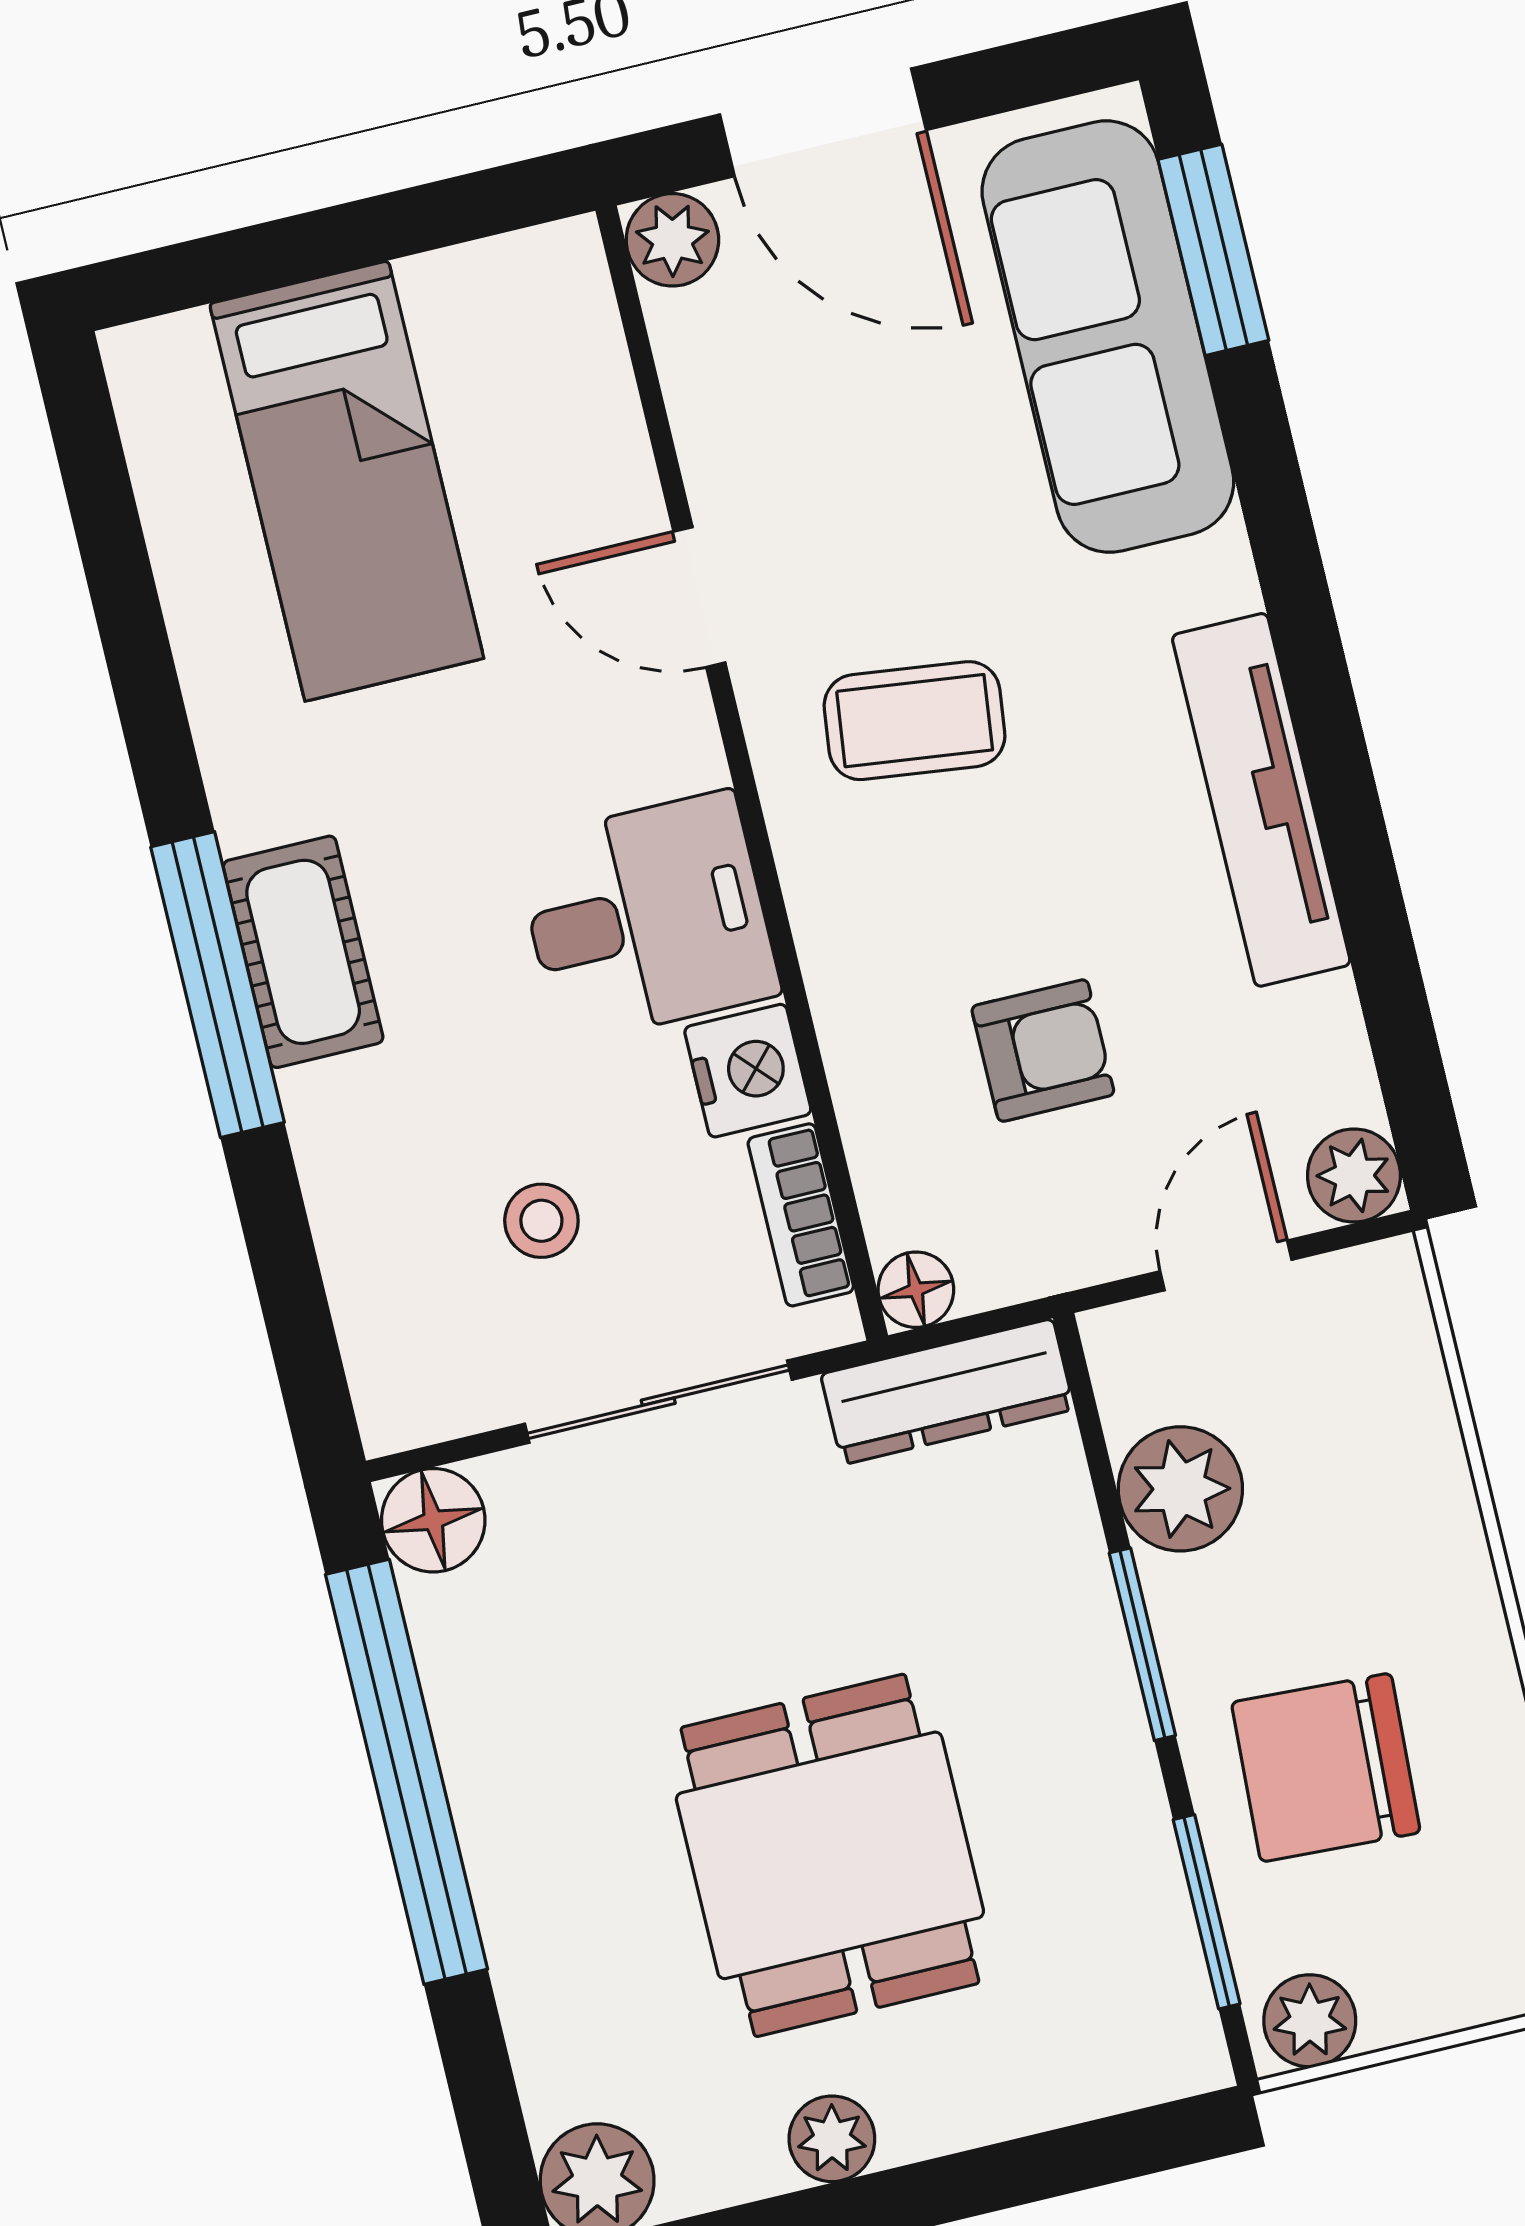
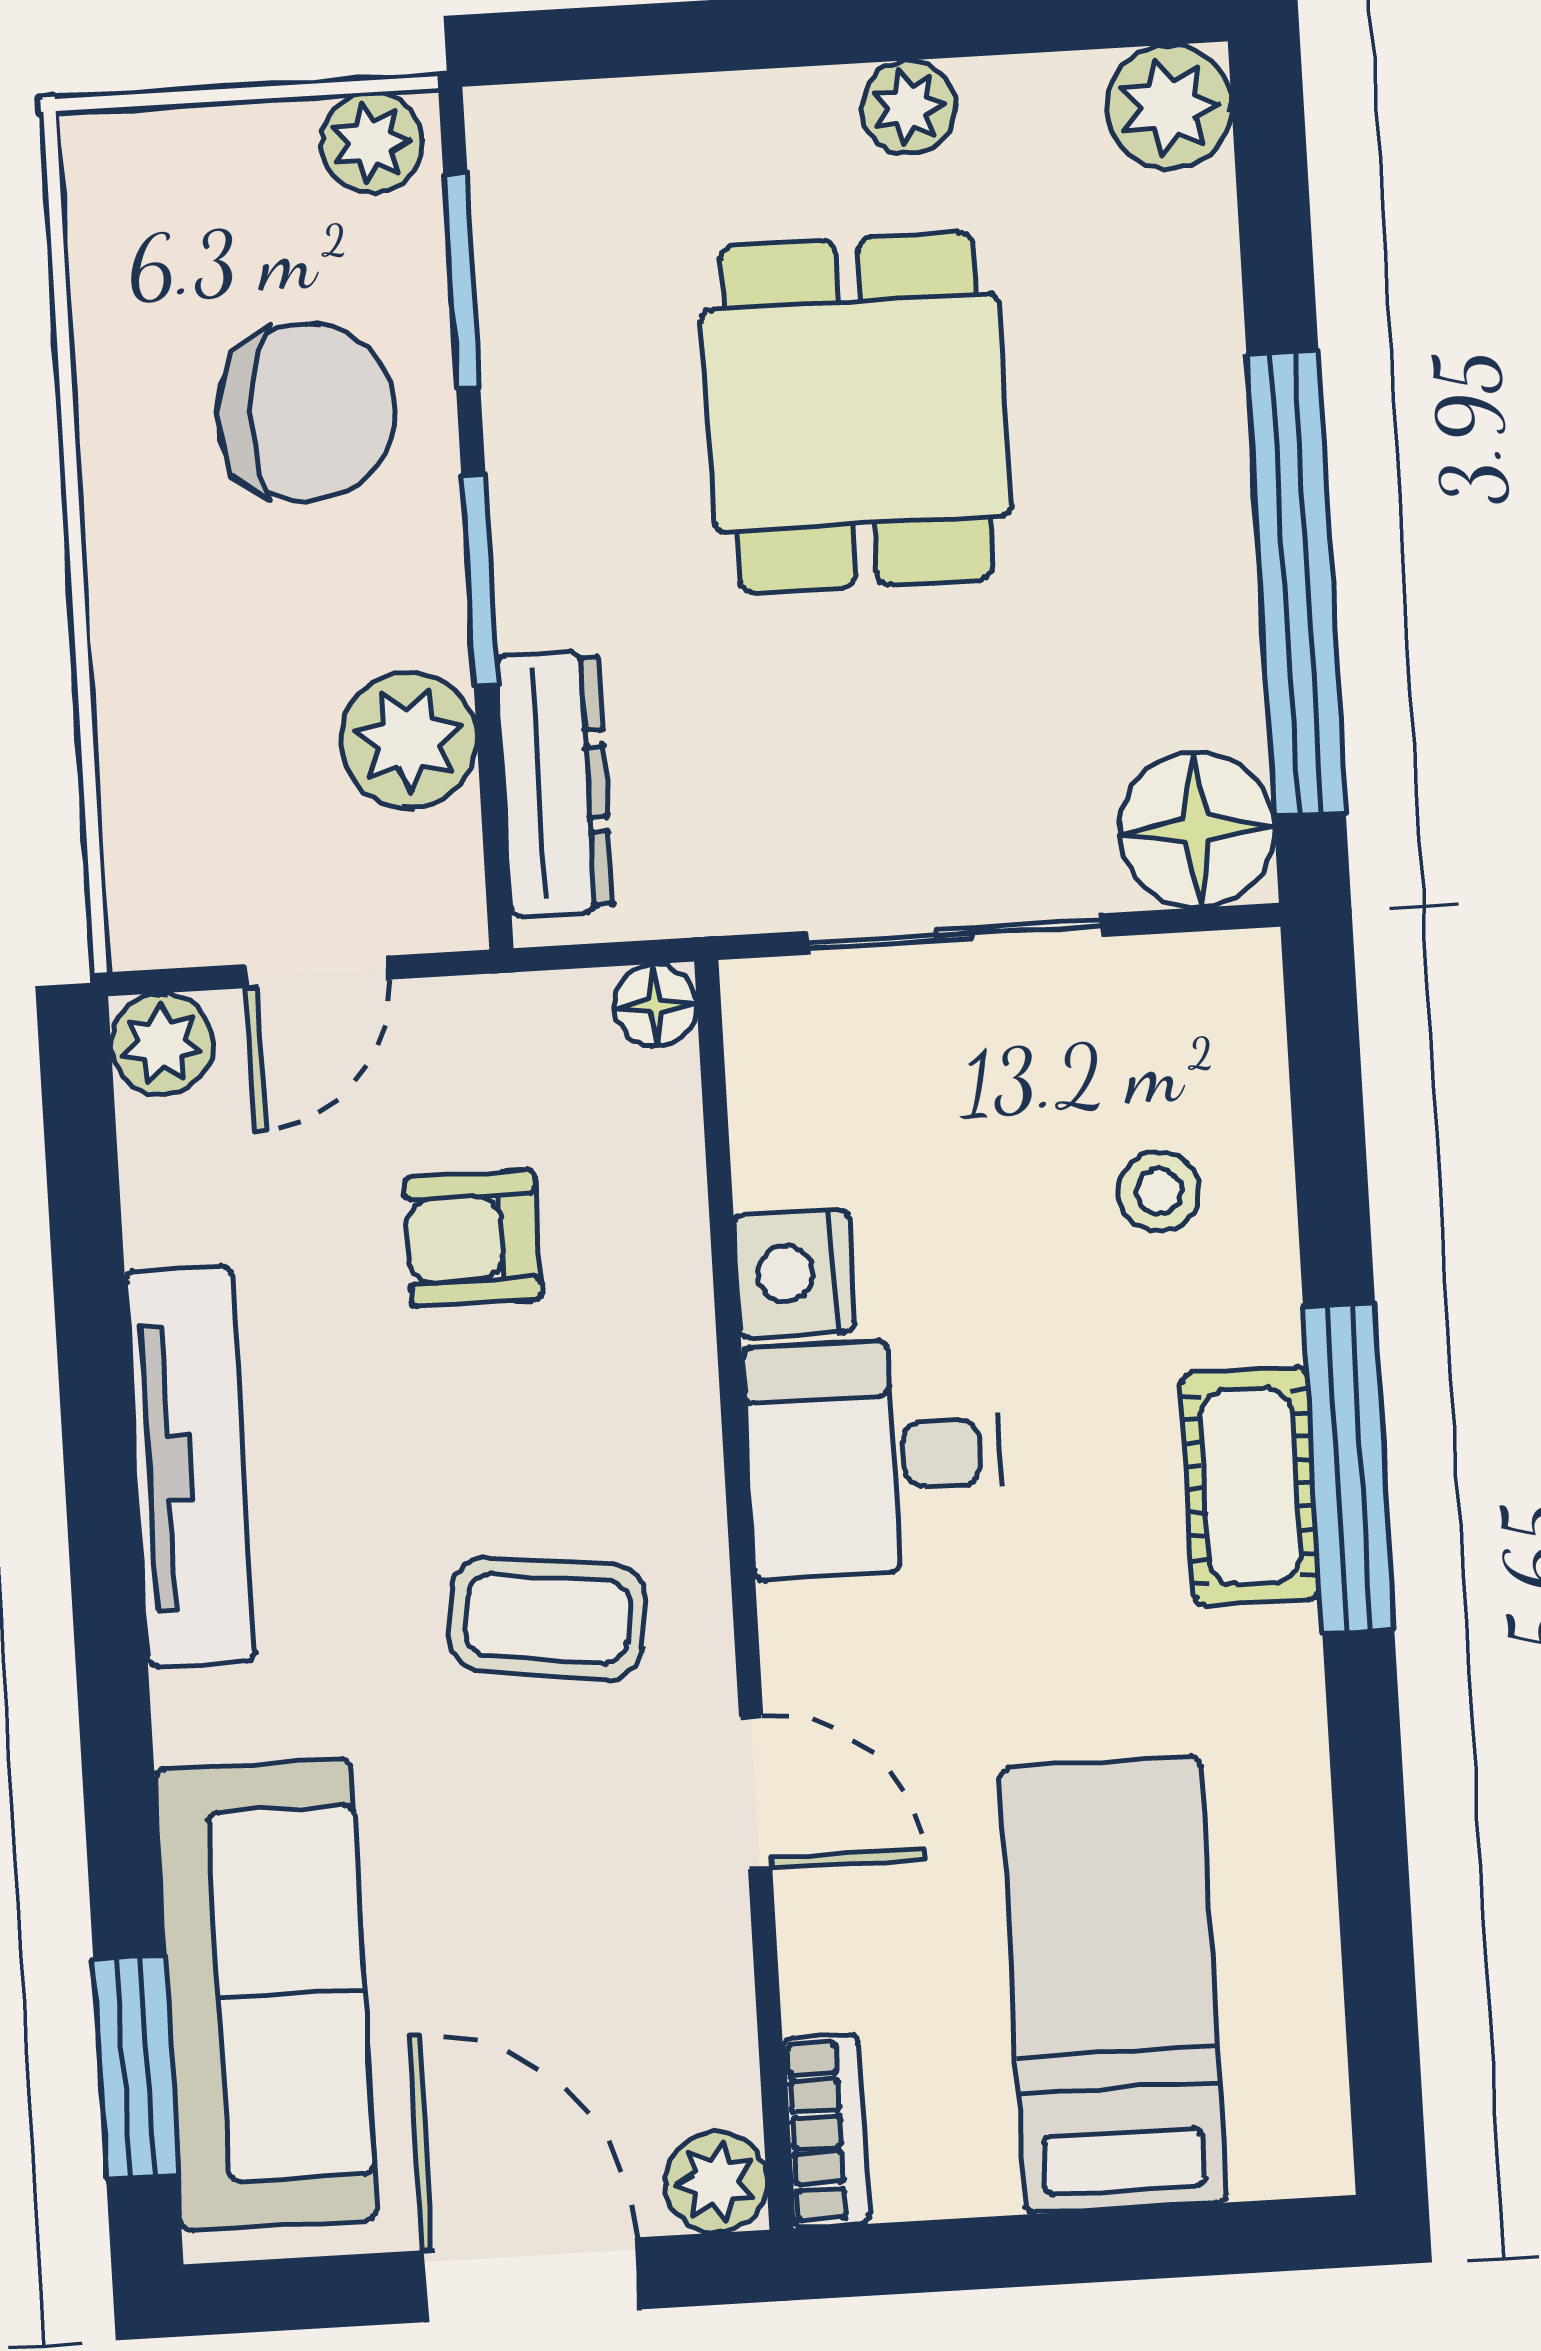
bookcase: (801, 1215) -> (826, 2131), moved
stool: (541, 1221) -> (1159, 1192), moved
dresser: (947, 1392) -> (555, 784), moved, turned 90
floor lamp: (433, 1520) -> (1197, 830), width x1.38, depth x1.38

